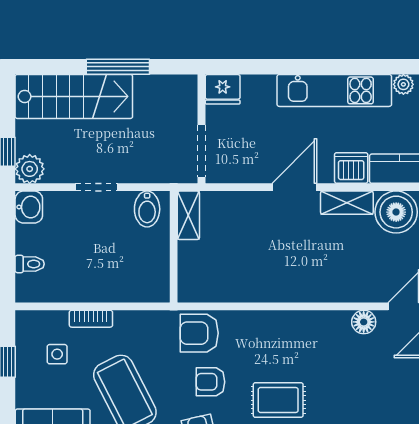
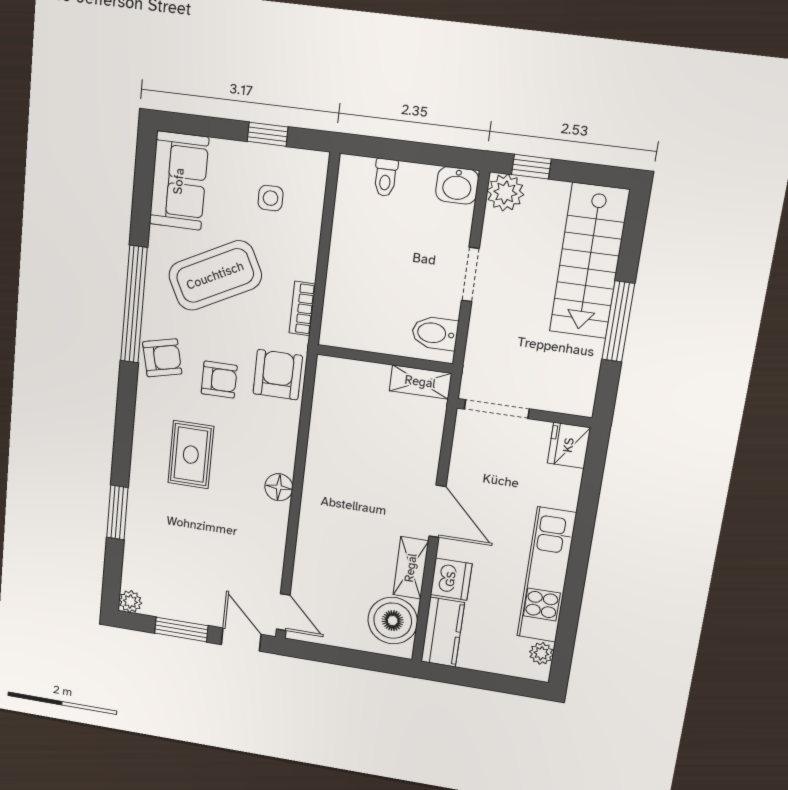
bookcase: (91, 319) -> (302, 308), moved
floor lamp: (364, 322) -> (279, 487), moved
armchair: (210, 382) -> (219, 380), turned 90

